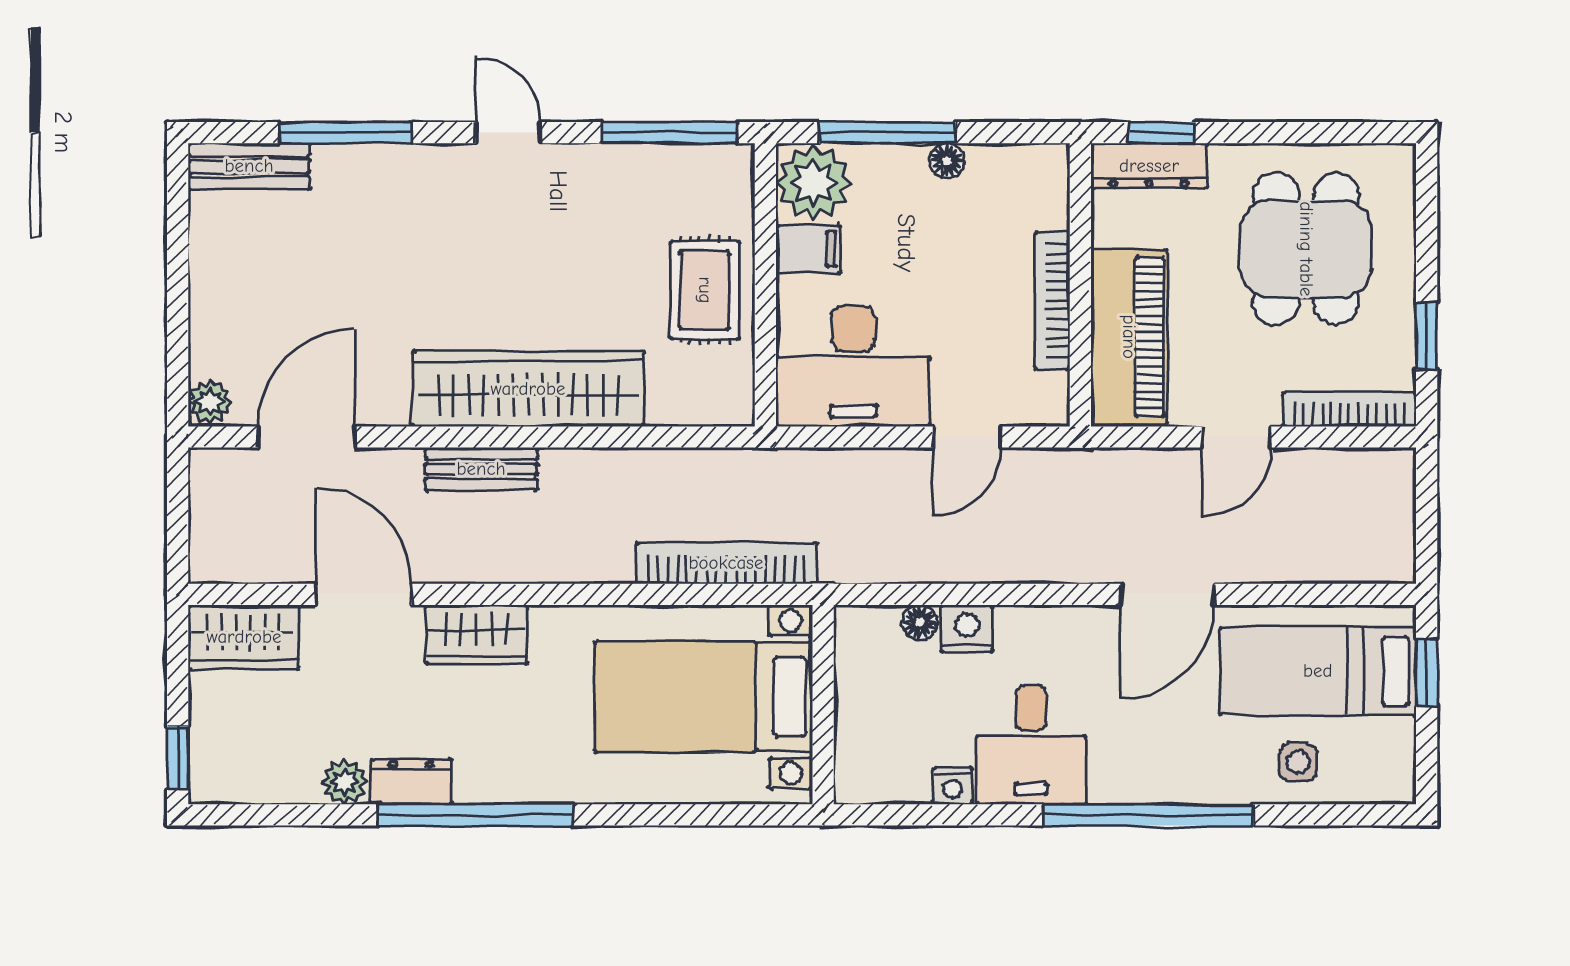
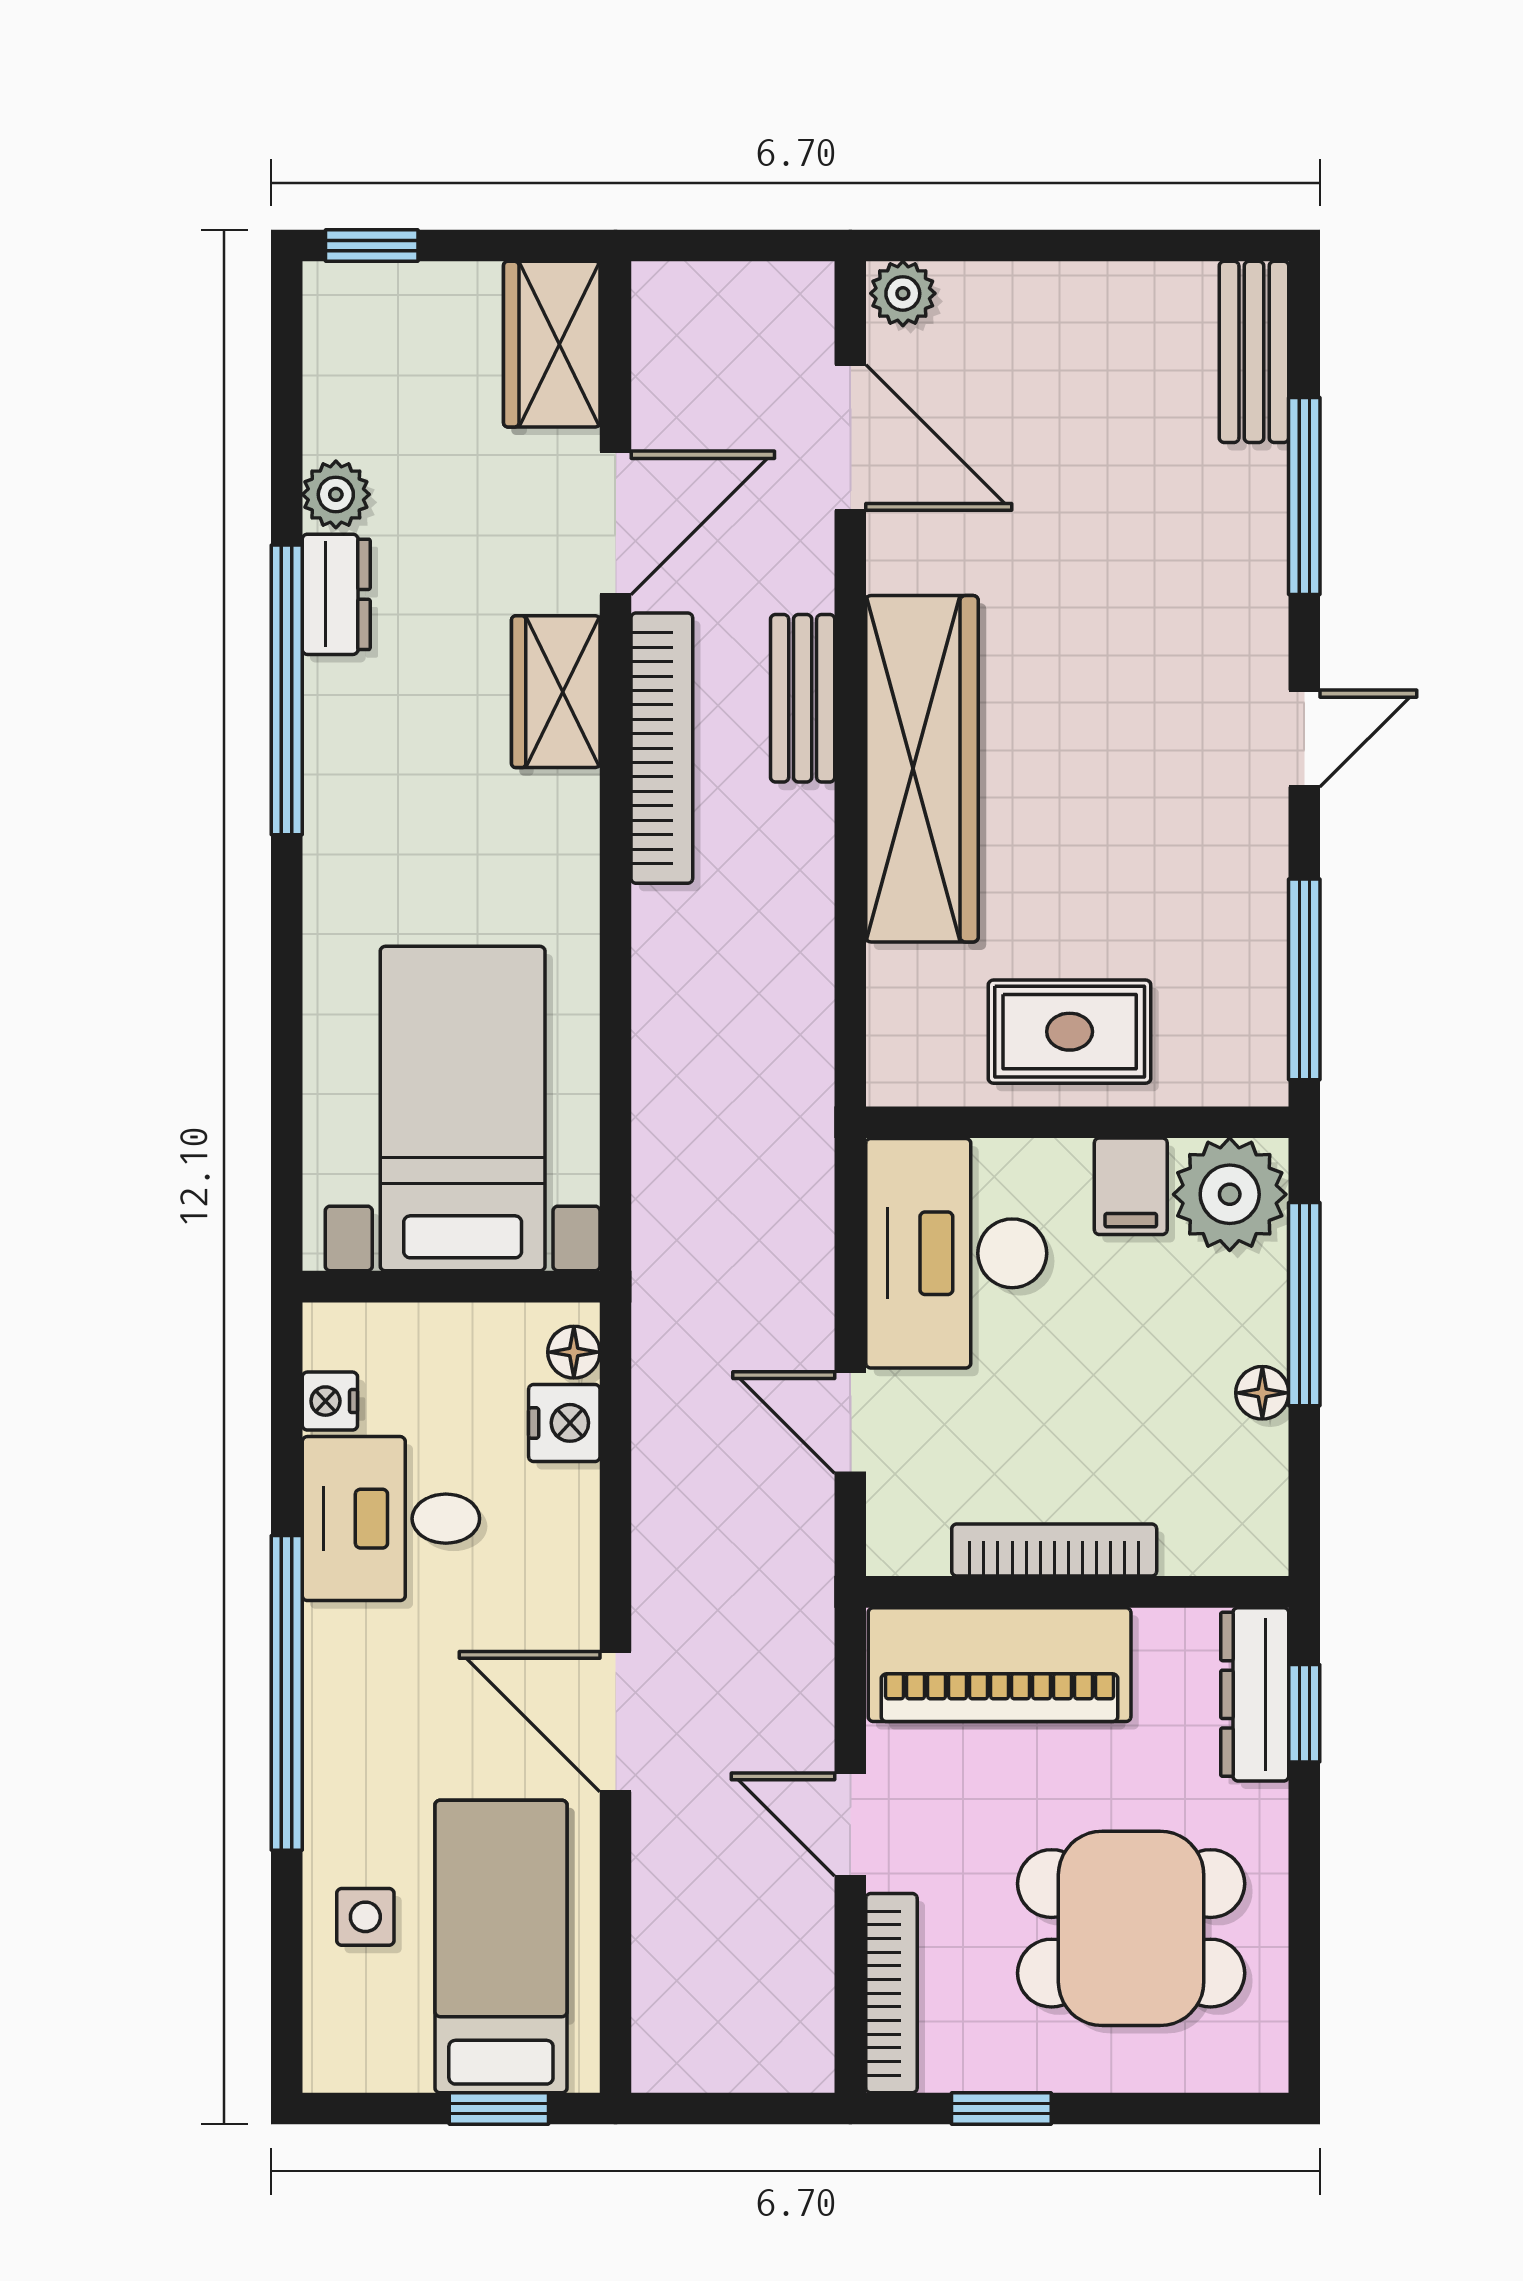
bookcase: (726, 563) -> (662, 748), moved
bed with nightstands: (704, 697) -> (463, 1109), moved
wall: (823, 705) -> (451, 1287), moved

